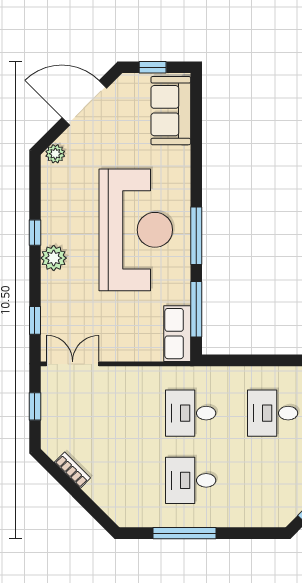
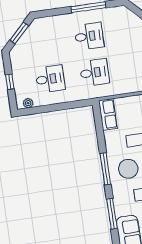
window: (196, 309) -> (112, 214), moved

